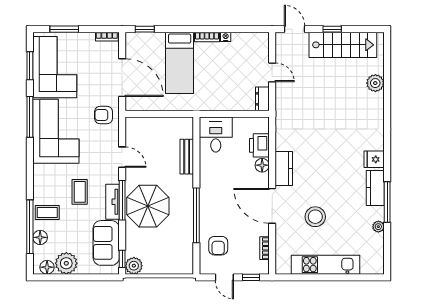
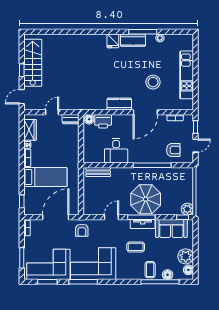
wardrobe: (247, 41) -> (30, 130), added
plant: (375, 83) -> (59, 40), removed
desk: (216, 135) -> (116, 151), moved, turned -90
bench: (187, 157) -> (98, 172), moved
floor lamp: (262, 165) -> (89, 119), moved

